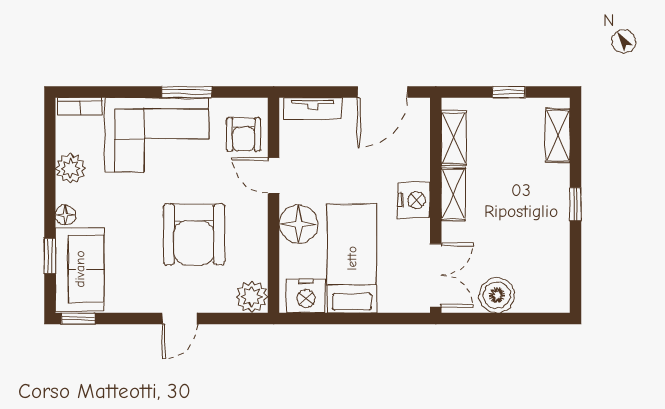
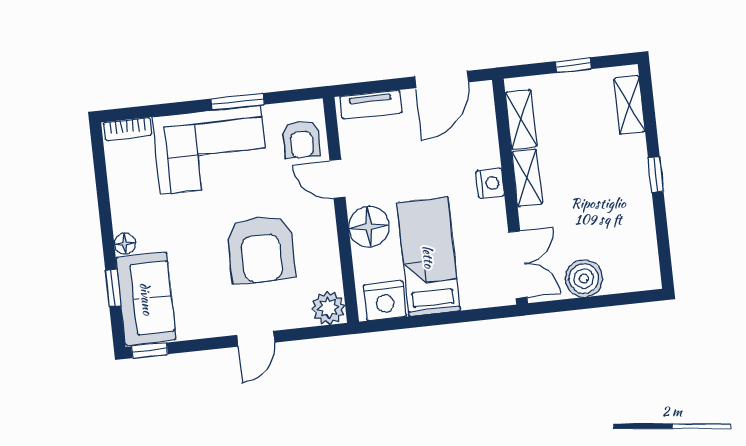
plant: (70, 168) -> (125, 194), removed
nightstand: (414, 200) -> (490, 183), width x0.74, depth x0.75

